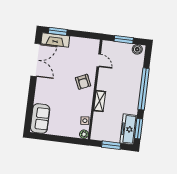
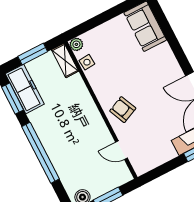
shelving: (100, 101) -> (65, 60), moved

